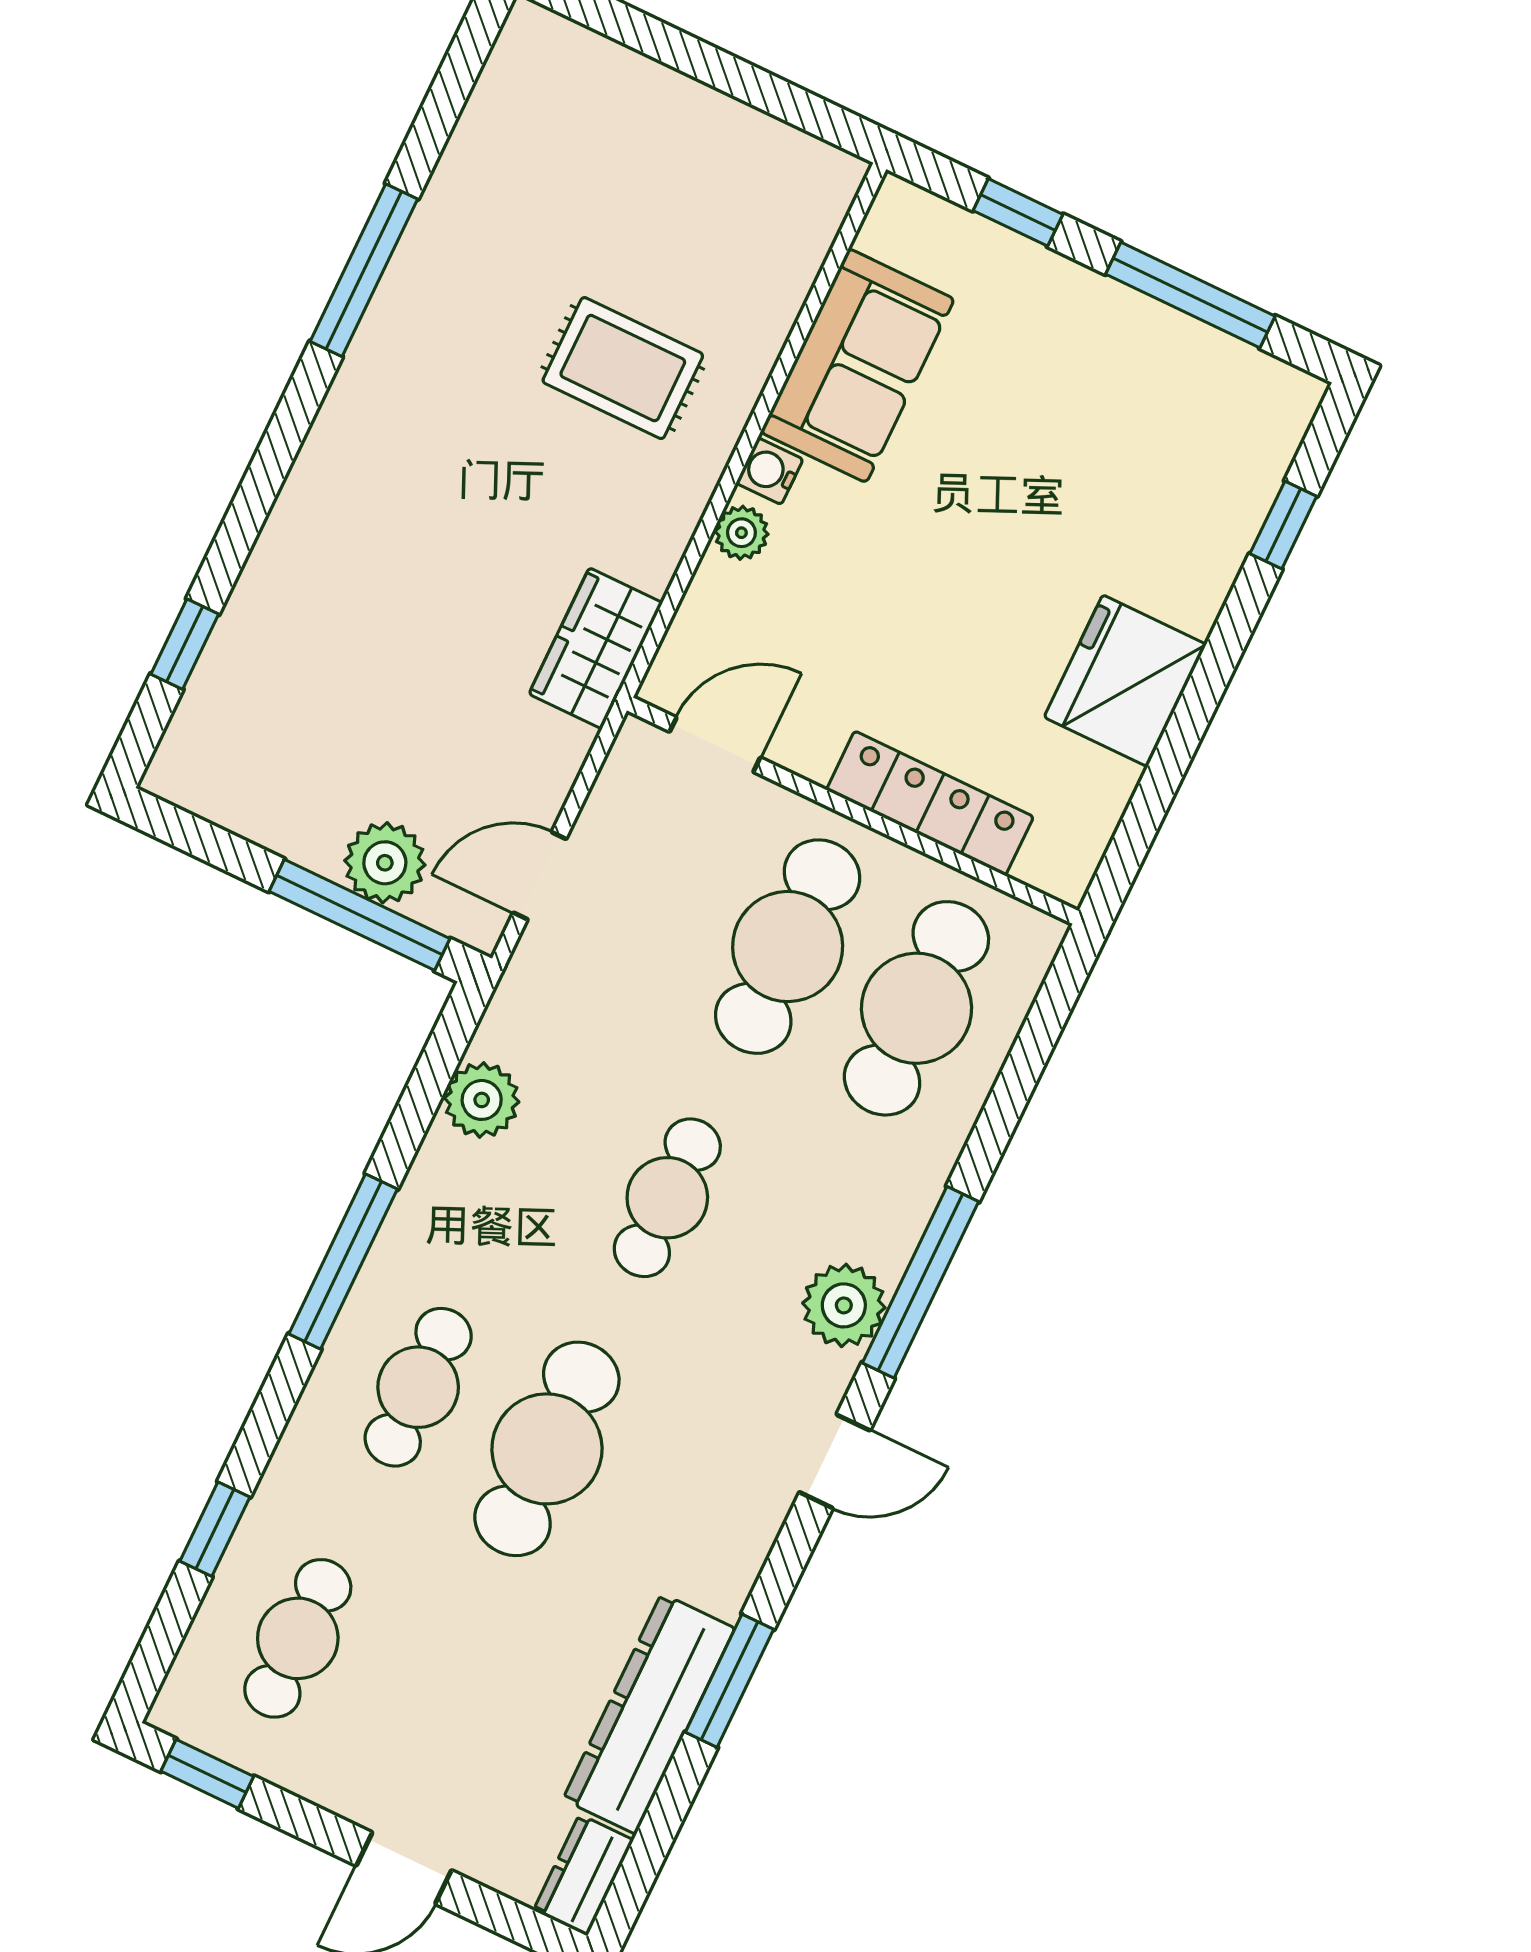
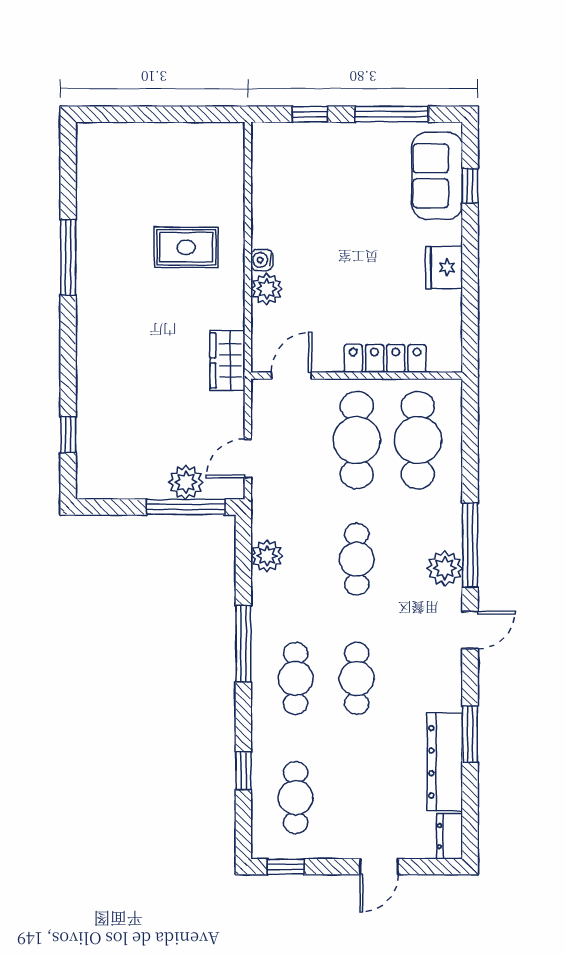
sofa: (857, 366) -> (437, 176), moved, turned 180
plant: (741, 533) -> (267, 289), width x1.38, depth x1.38
fridge: (1125, 681) -> (444, 267), width x0.73, depth x0.75
cafe table: (547, 1449) -> (357, 678), width x0.73, depth x0.74

